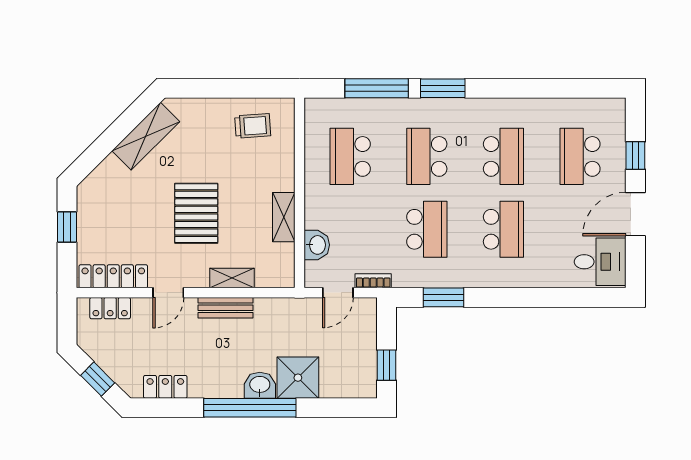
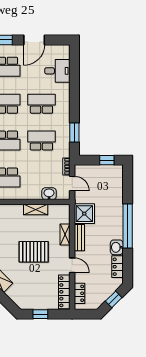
door: (635, 214) -> (34, 40), hinge flipped
desk: (600, 262) -> (57, 71), moved, turned 90
shower: (298, 378) -> (84, 214), moved
washbasin: (260, 385) -> (117, 247), moved

